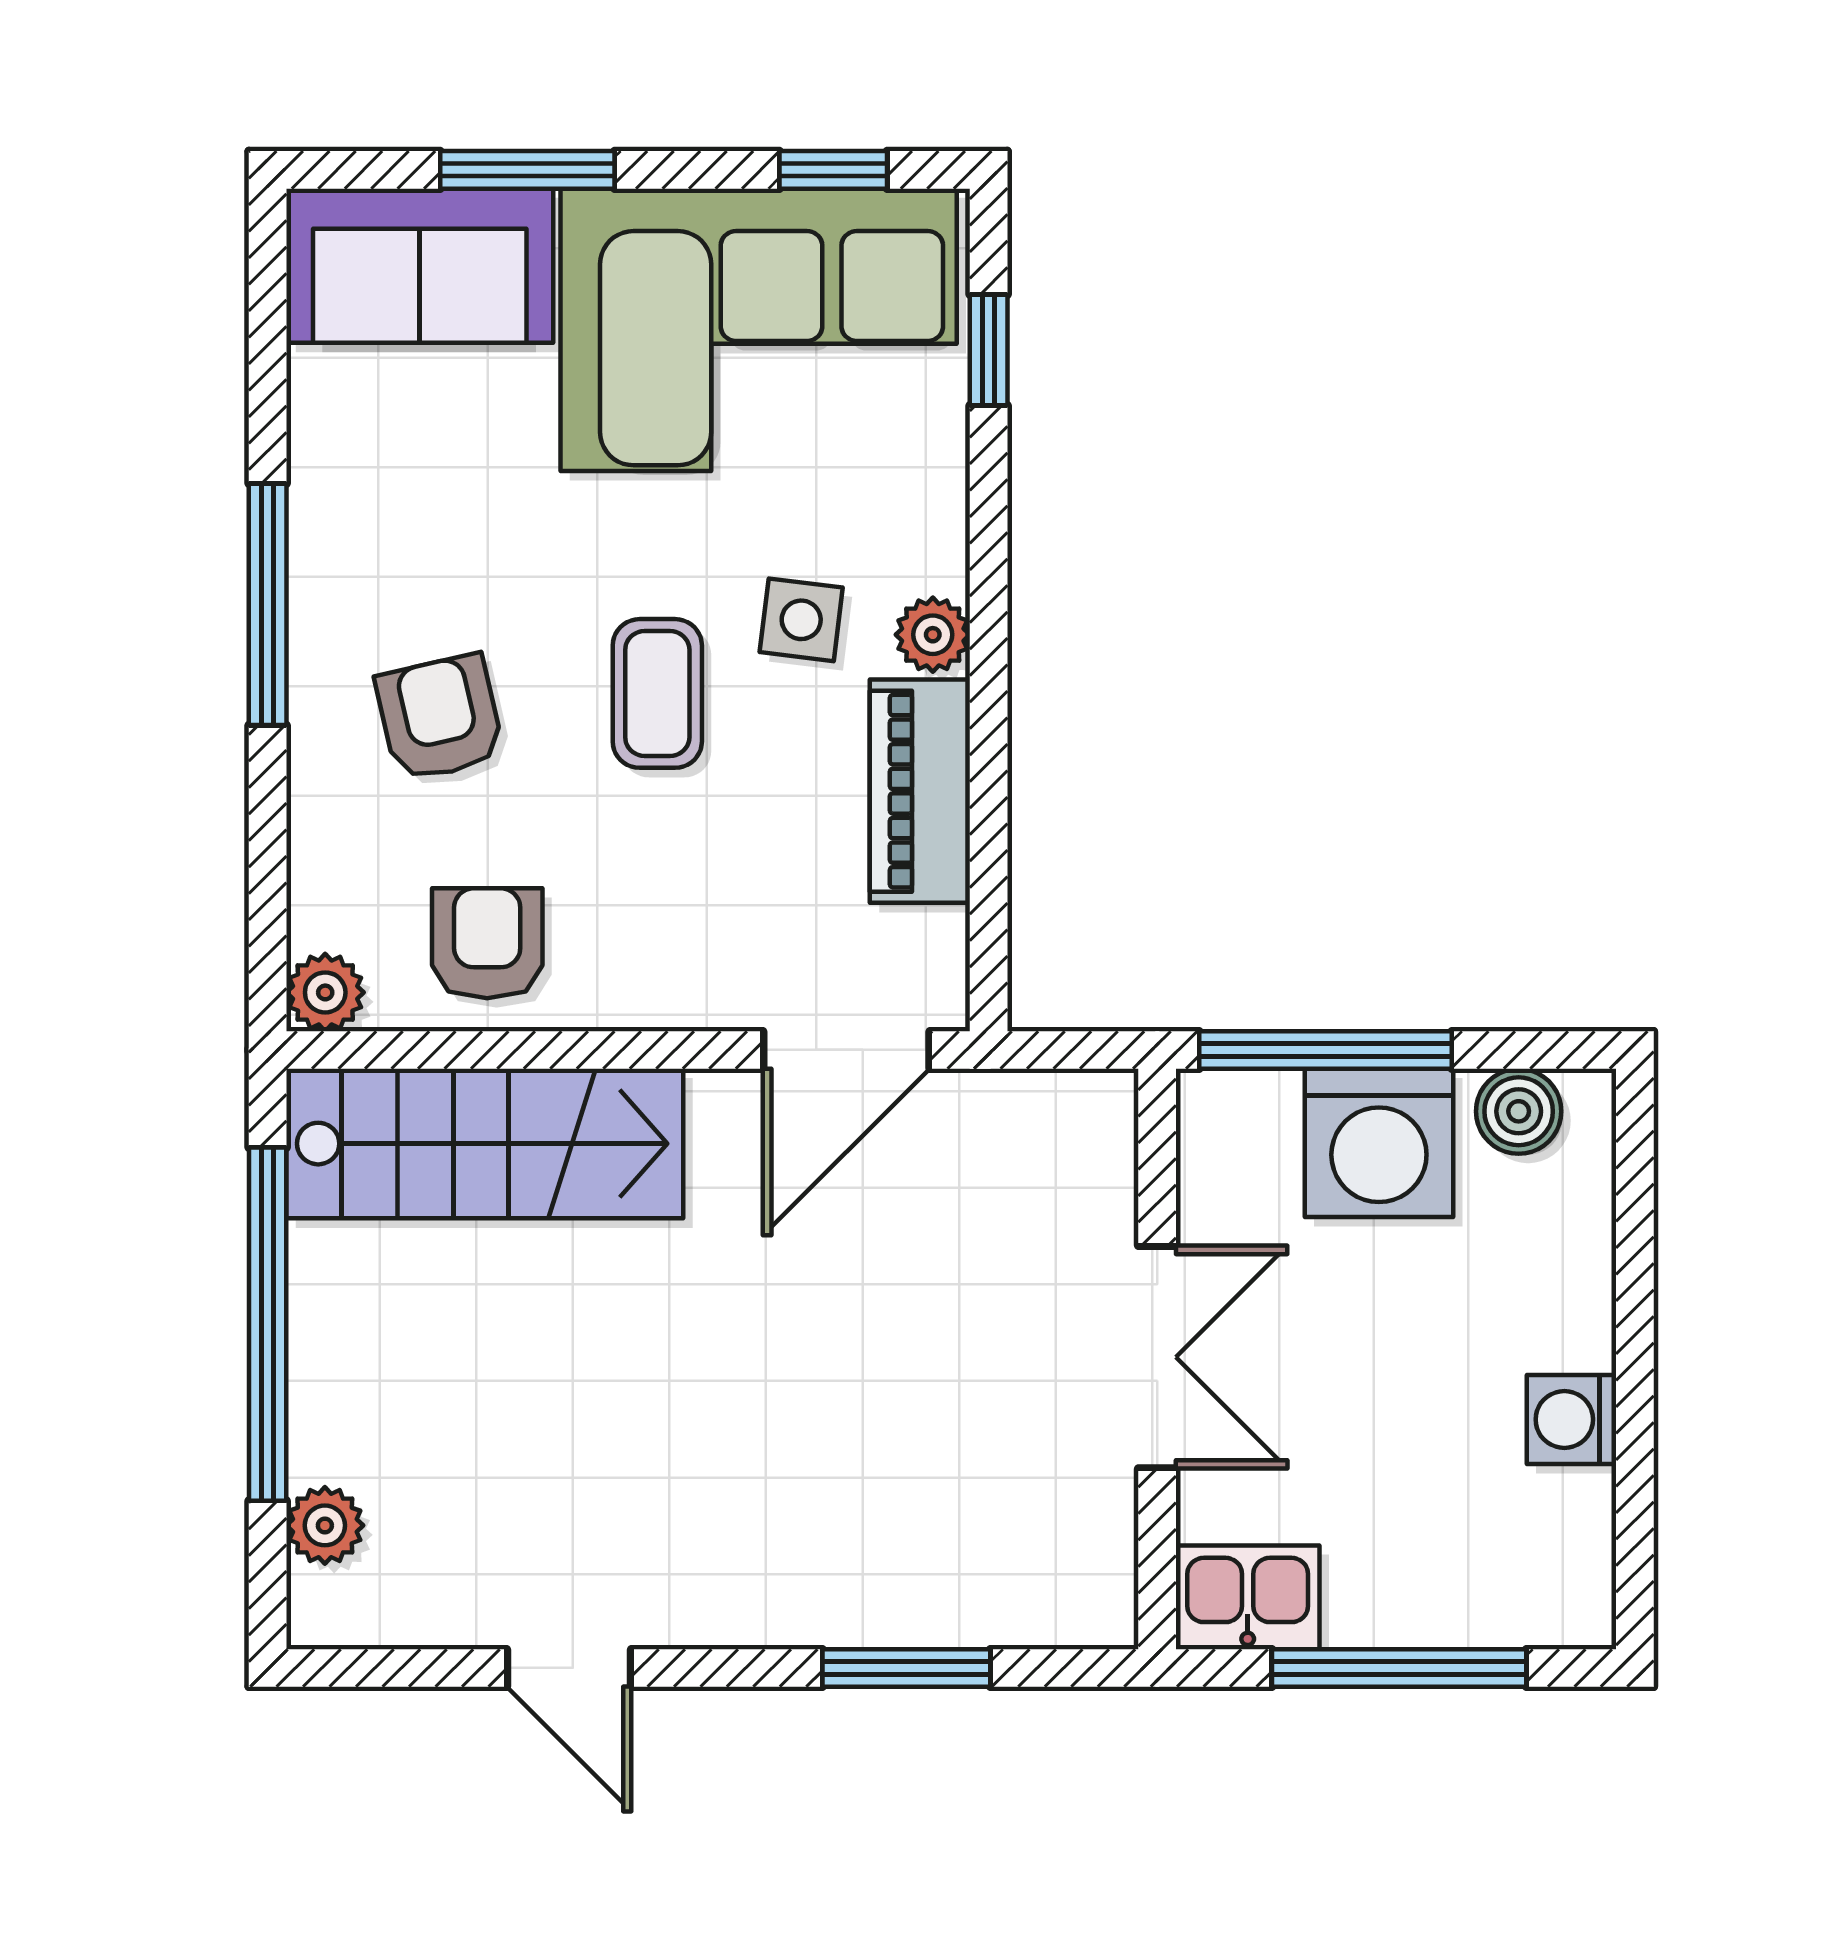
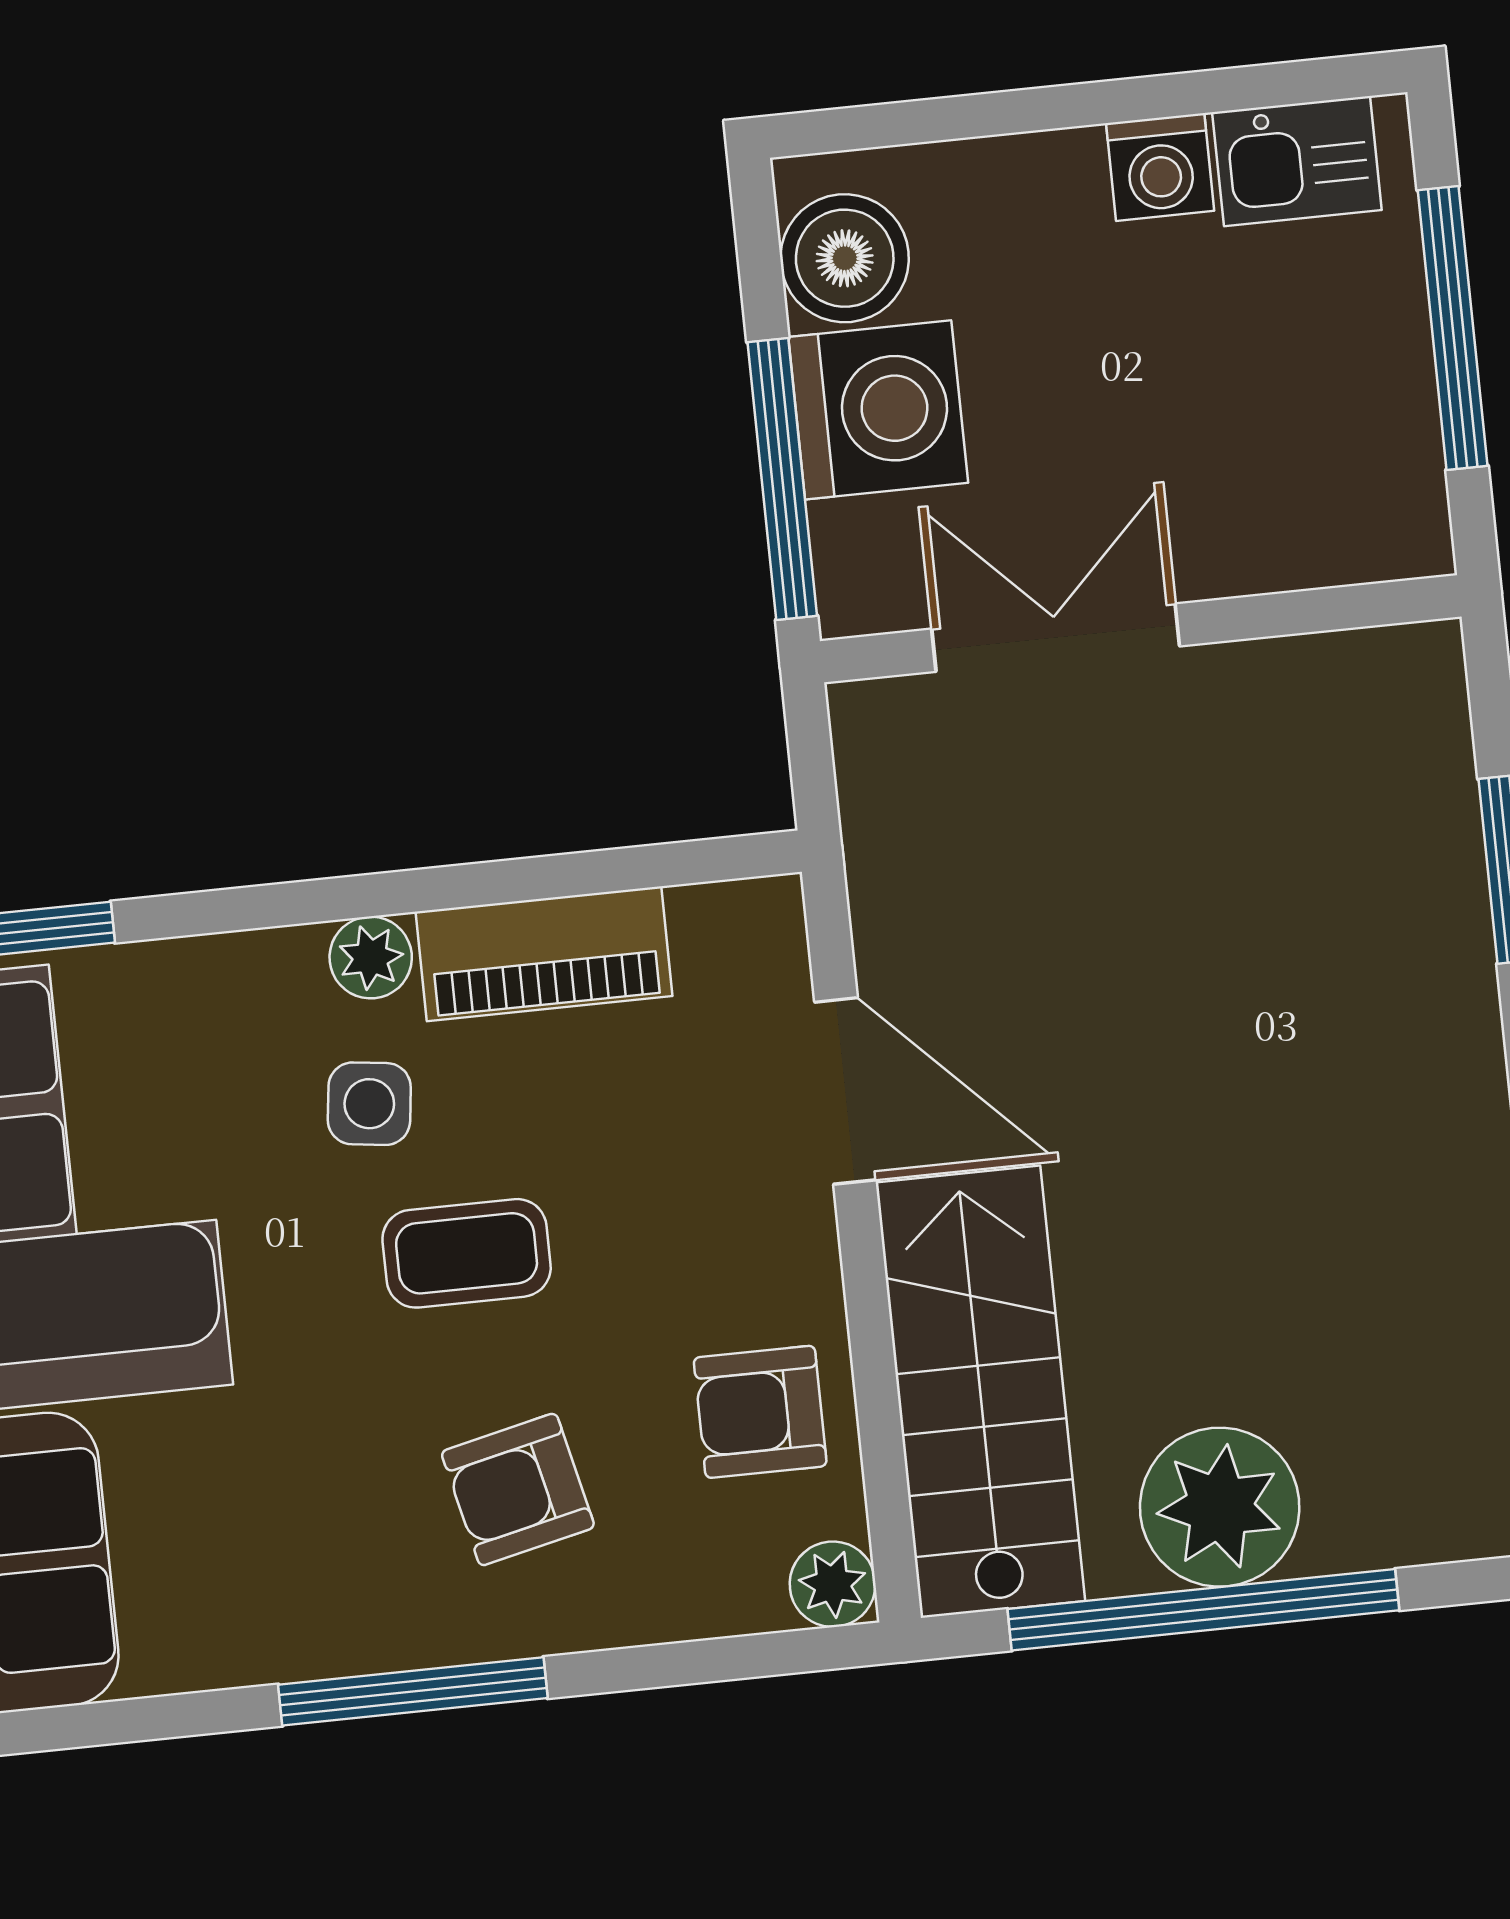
door: (846, 1050) -> (845, 1091), moved
boiler: (1519, 1111) -> (845, 258), width x1.36, depth x1.36
double door: (1157, 1357) -> (1056, 638), moved
plant: (325, 1525) -> (1220, 1507), moved, width x1.88, depth x1.88
kitchen sink: (1248, 1597) -> (1297, 161), moved, turned -90

